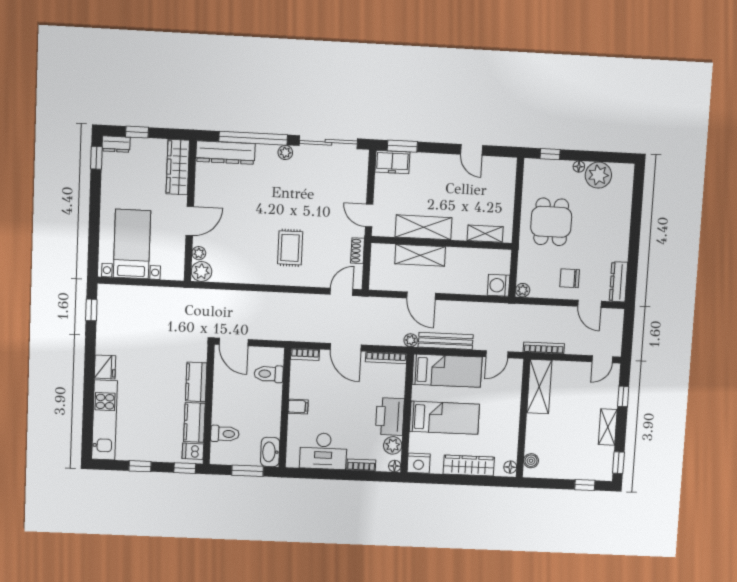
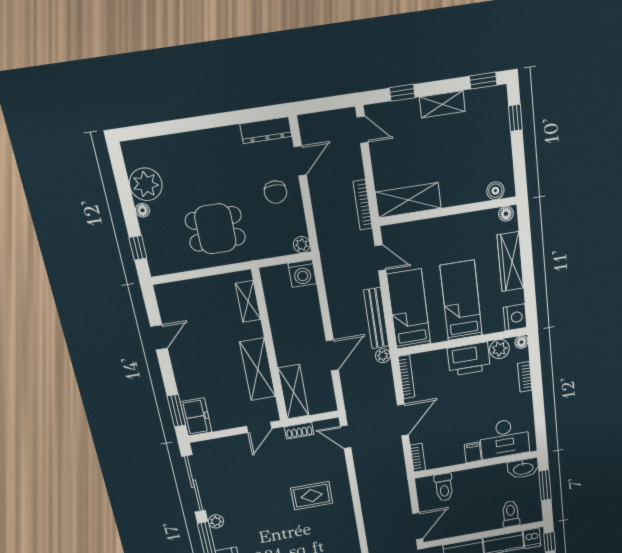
shelving: (420, 255) -> (293, 392), moved
desk: (323, 451) -> (504, 438), moved, turned 90

